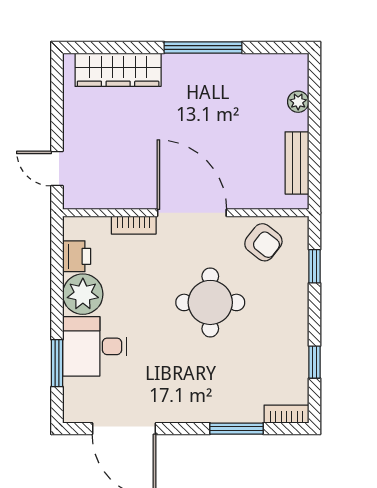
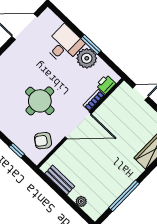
window: (203, 47) -> (124, 196), moved
printer: (77, 256) -> (106, 84), moved, turned 90
window: (57, 363) -> (91, 45), moved

